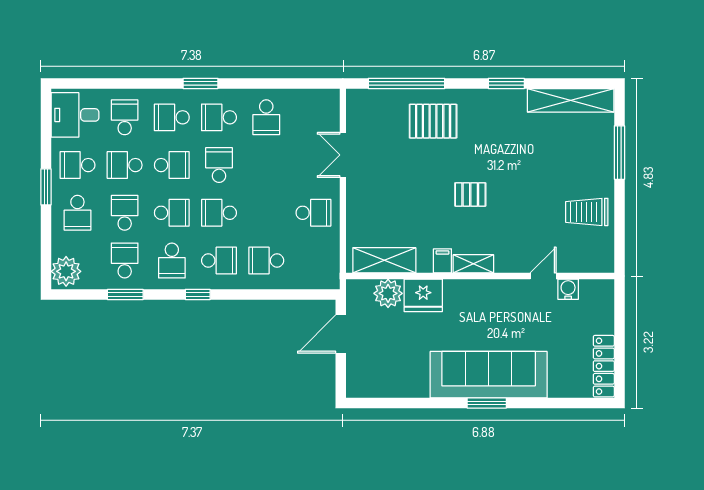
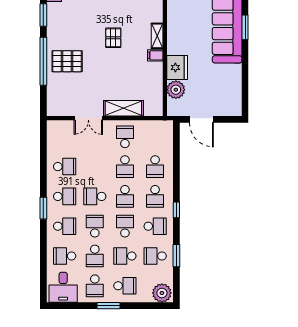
window: (406, 83) -> (43, 61), moved
school desk: (172, 117) -> (65, 226), turned -90
school desk: (219, 117) -> (65, 196), turned -90
pallet: (433, 121) -> (67, 61), turned 90
school desk: (266, 213) -> (125, 167), added
shelving: (384, 260) -> (123, 108), moved, turned 90
school desk: (219, 261) -> (155, 196), turned 180

